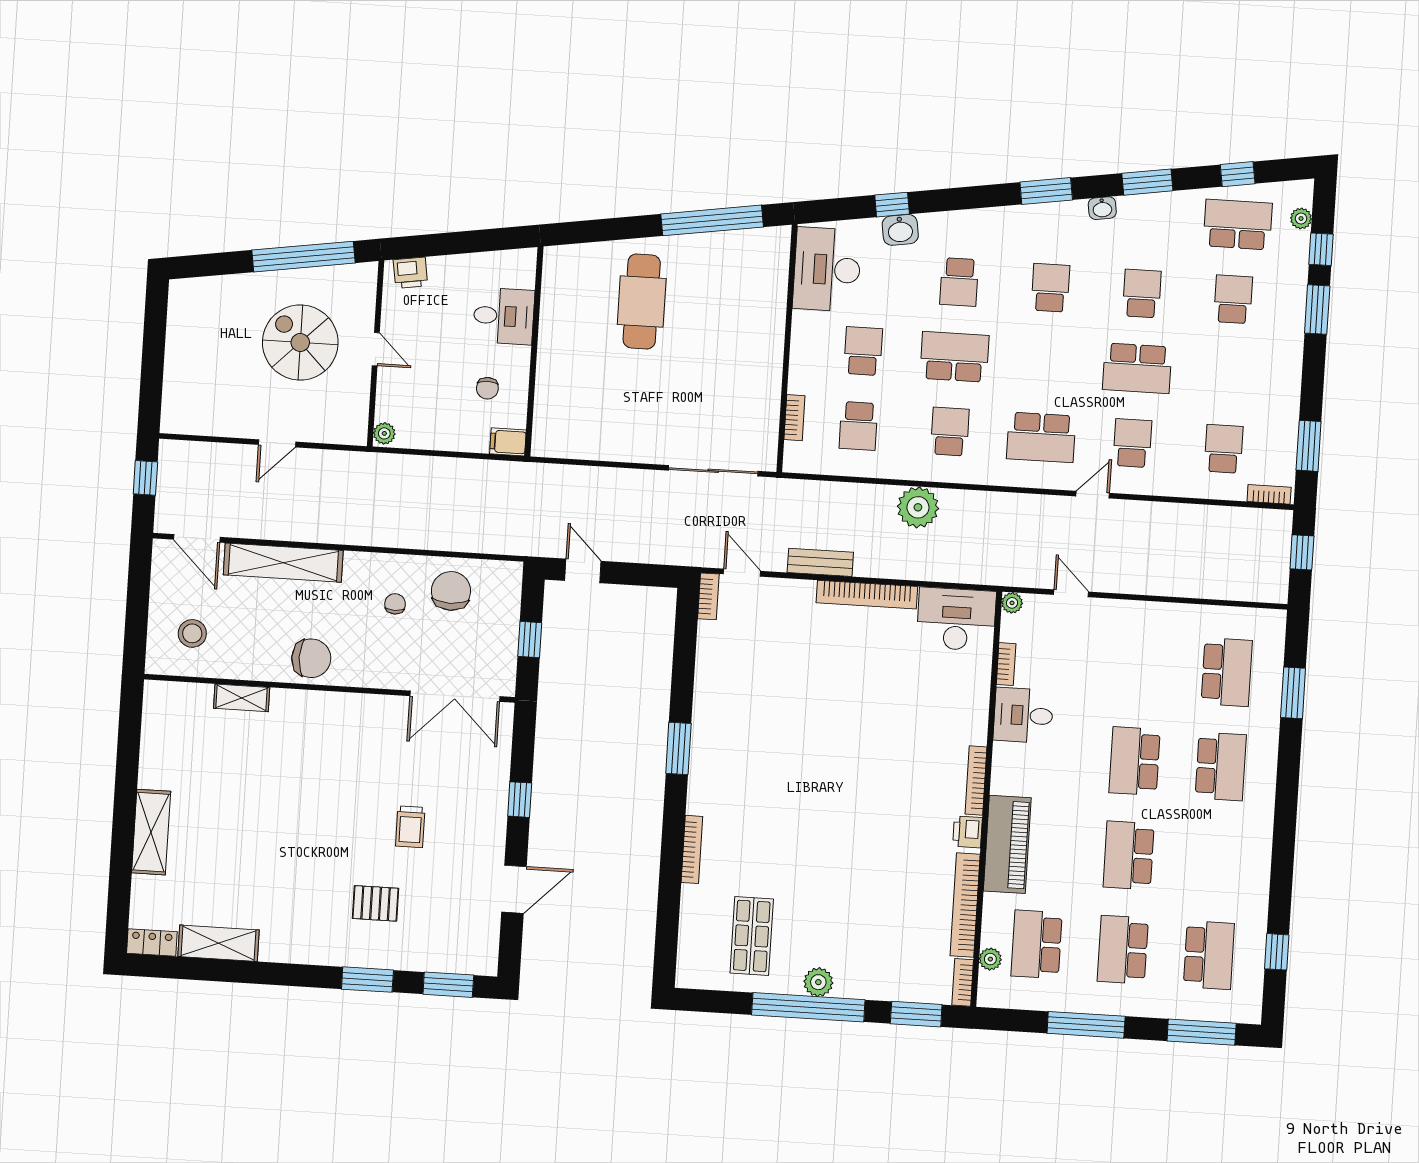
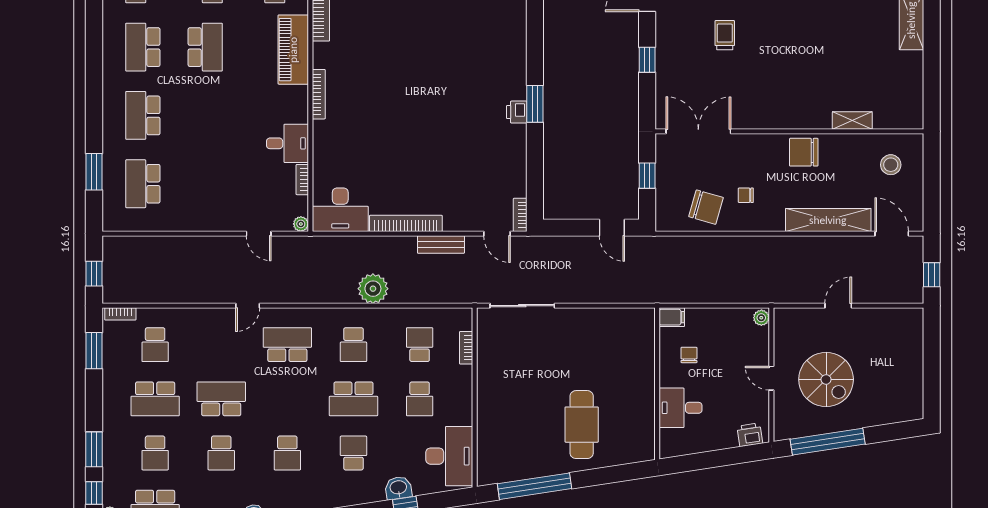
school desk: (1132, 443) -> (155, 399), moved, width x1.85
chair: (451, 591) -> (706, 207), turned -74
chair: (395, 604) -> (746, 195), turned 90
school desk: (1135, 761) -> (143, 47), moved, turned 180
printer: (968, 832) -> (517, 112), moved, turned 180
bookcase: (692, 849) -> (521, 32), removed

